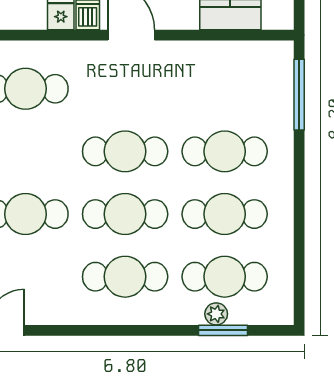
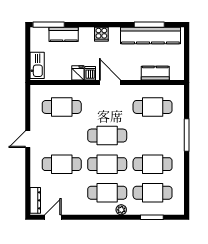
window: (299, 95) -> (187, 135), moved
cafe table: (225, 151) -> (153, 107), moved
plant: (216, 314) -> (121, 210), moved

